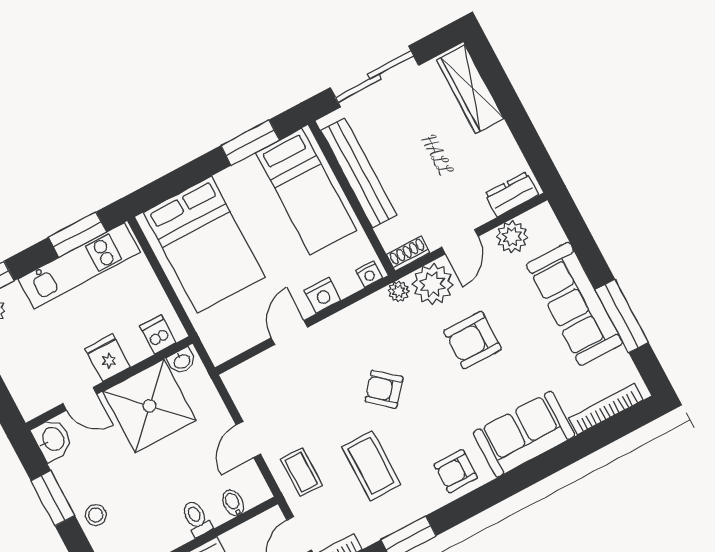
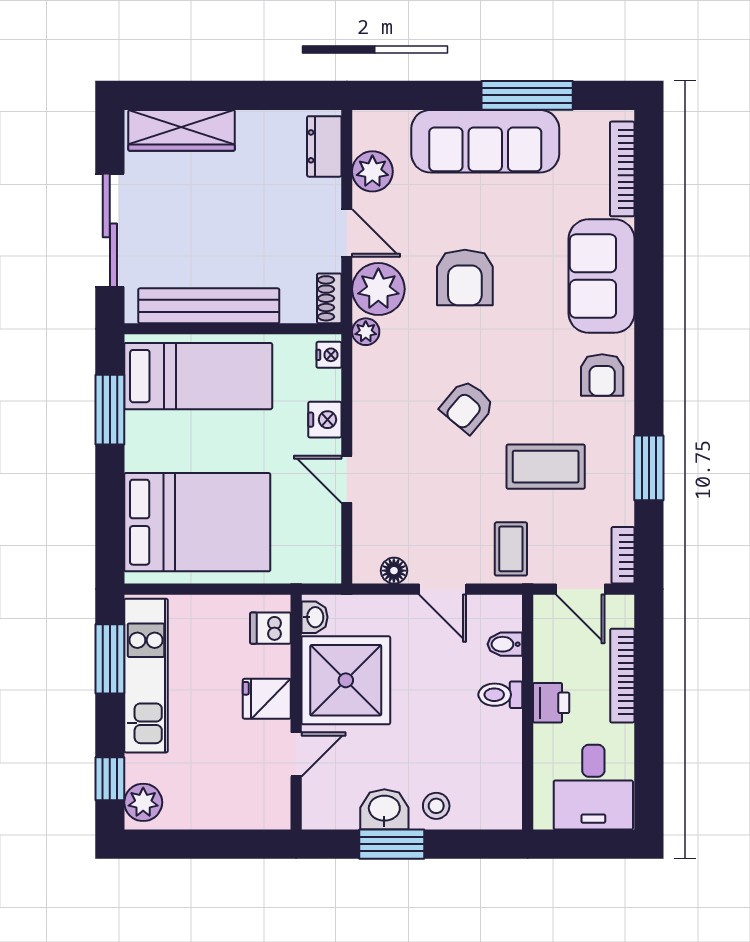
floor lamp: (243, 399) -> (394, 571), added
washbasin: (53, 440) -> (384, 809), moved
coffee table: (301, 472) -> (511, 549), turned 90

